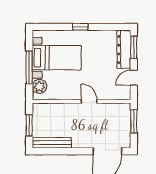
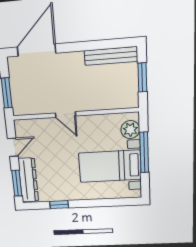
window: (80, 27) -> (59, 205), moved

